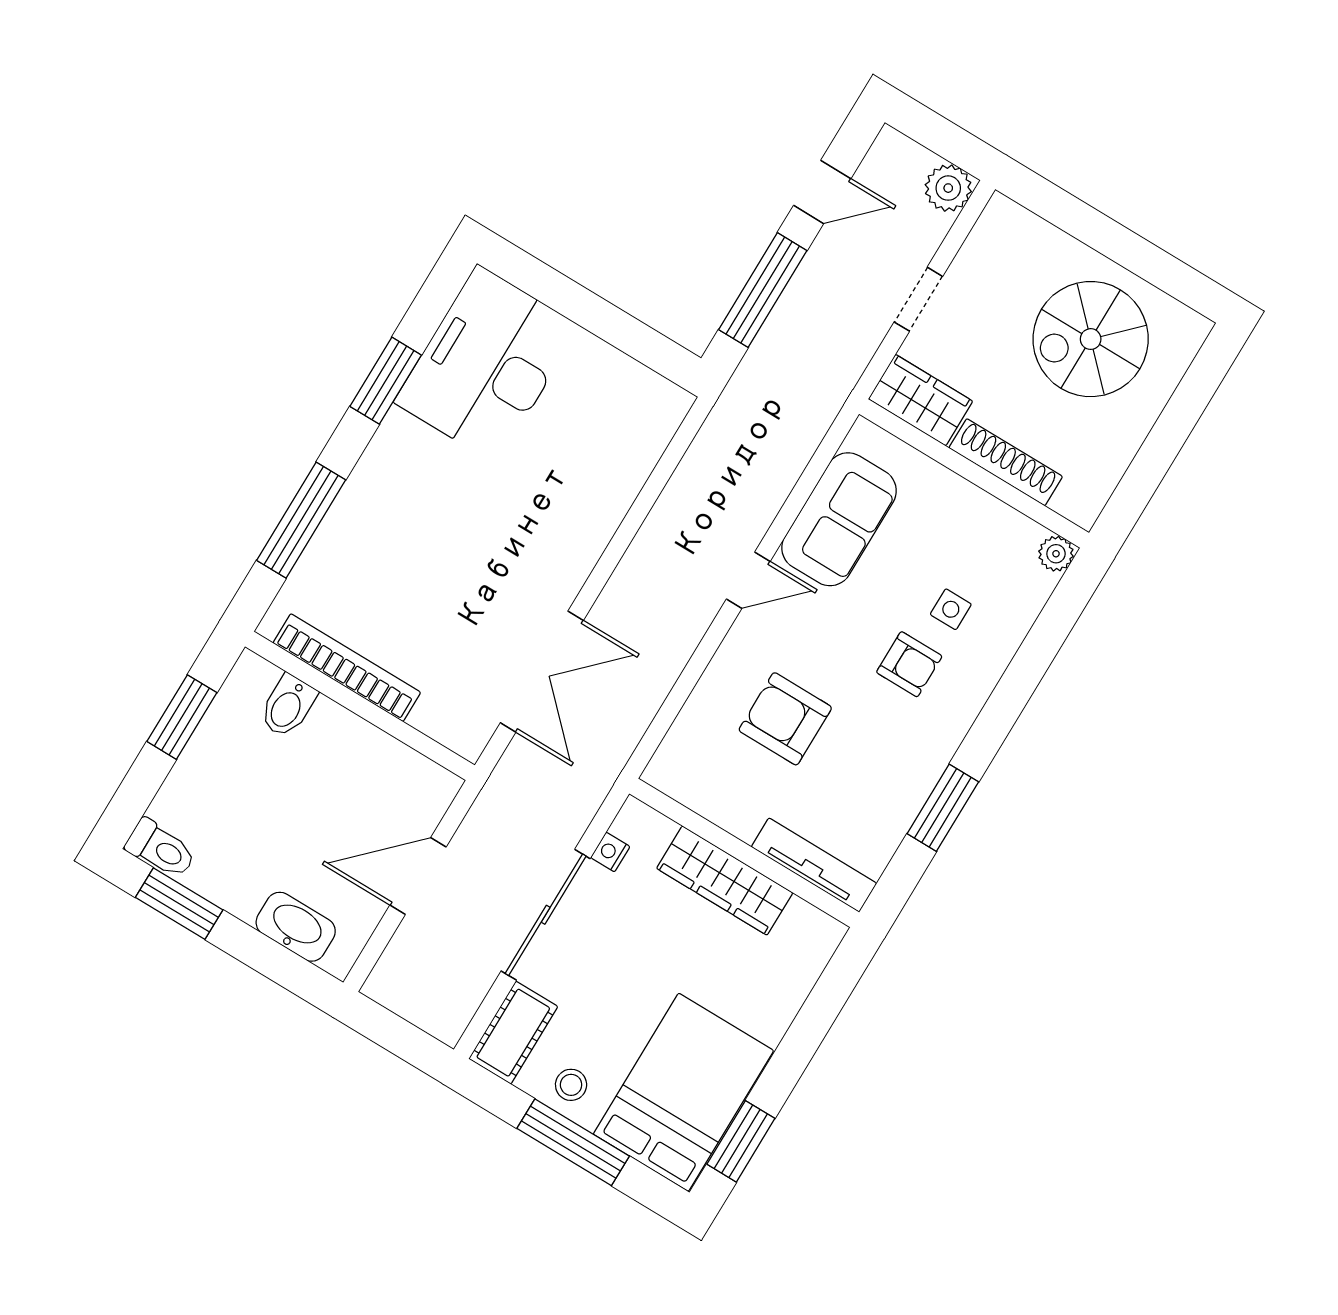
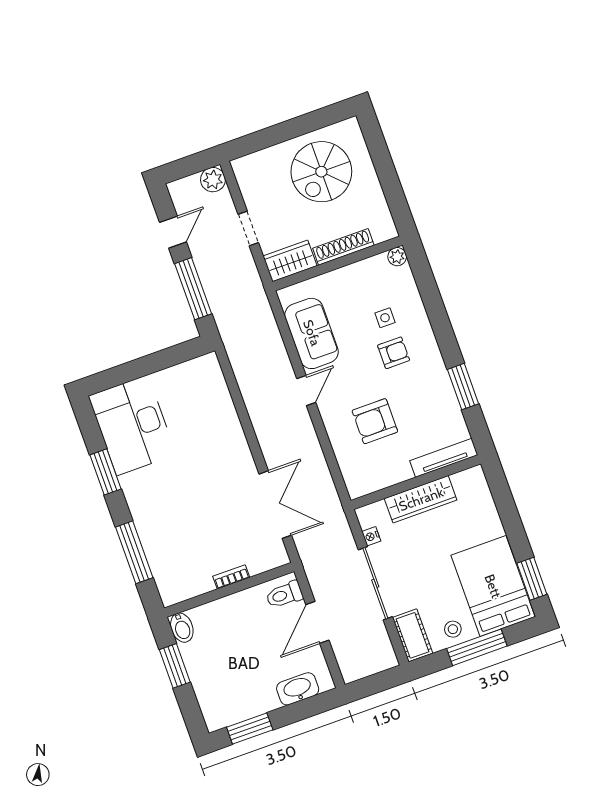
bookcase: (347, 668) -> (231, 577), width x0.43, depth x0.76
bidet: (288, 706) -> (182, 628), moved
toilet: (161, 849) -> (284, 595), moved, turned 180

